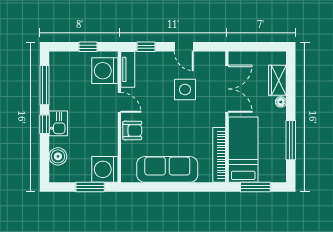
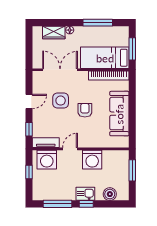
armchair: (132, 130) -> (85, 110), moved
washing machine: (105, 169) -> (92, 160), moved

